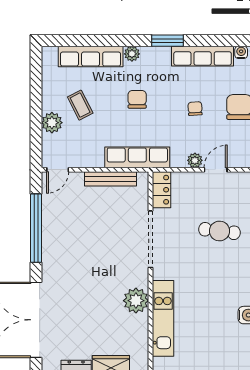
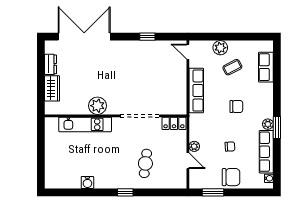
plant: (132, 54) -> (268, 124), moved
row of seats: (91, 57) -> (266, 67), width x0.68
row of seats: (137, 157) -> (196, 90), moved
bench: (111, 179) -> (182, 88), removed
window: (36, 228) -> (147, 37), width x0.32

